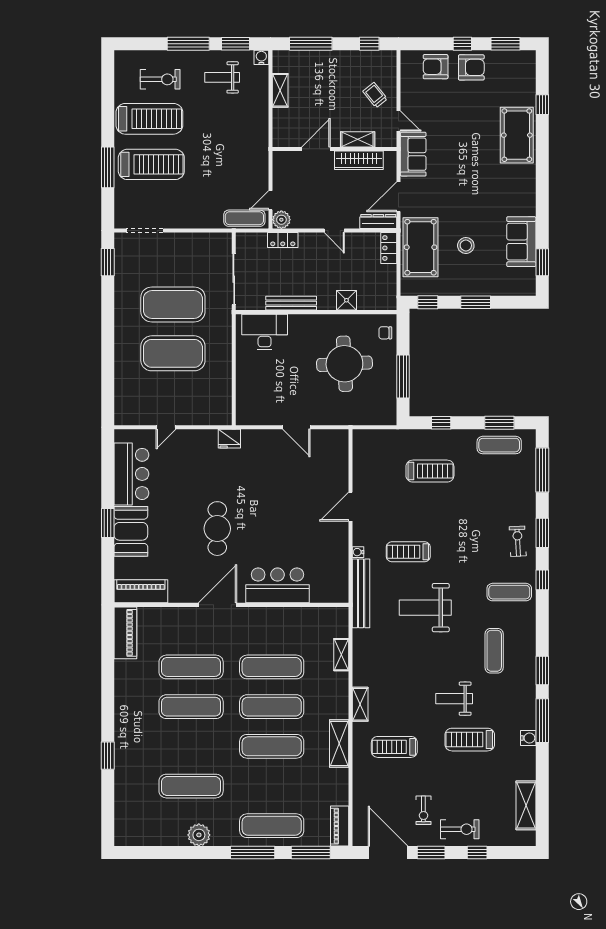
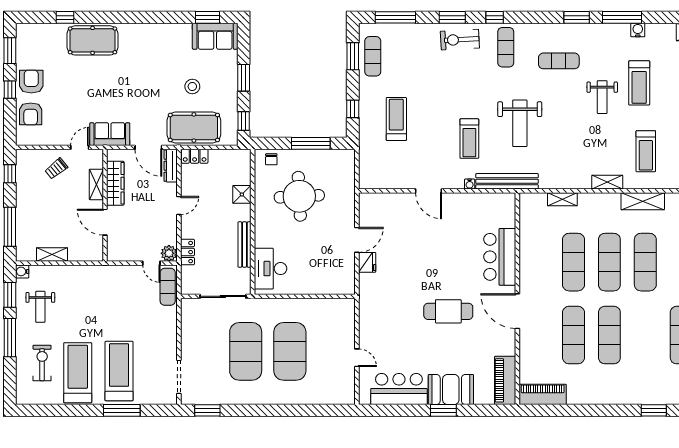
sofa: (521, 242) -> (215, 36), moved
fridge: (229, 439) -> (367, 262), moved
exercise bike: (518, 541) -> (460, 40), width x1.38, depth x1.39

